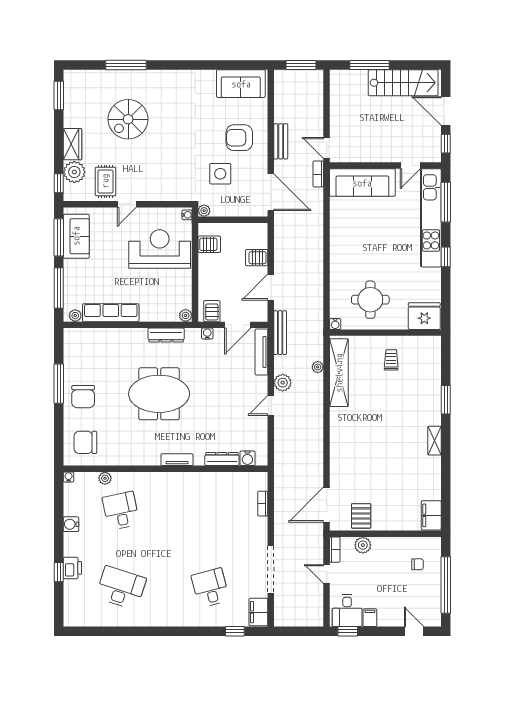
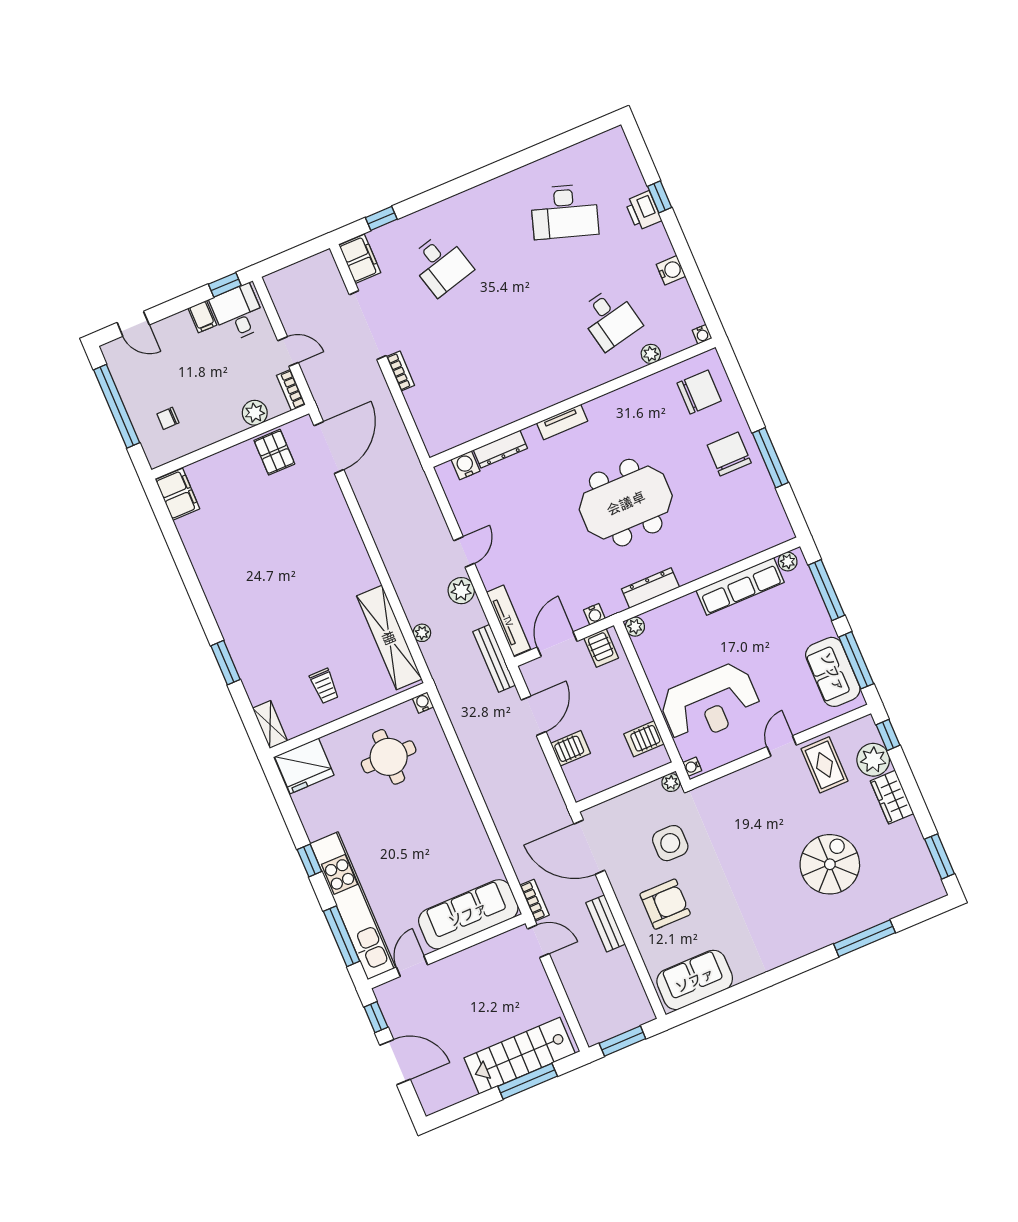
stairs: (403, 83) -> (520, 1056), moved
shelving: (434, 441) -> (270, 725), moved
bookcase: (263, 504) -> (400, 371), moved

